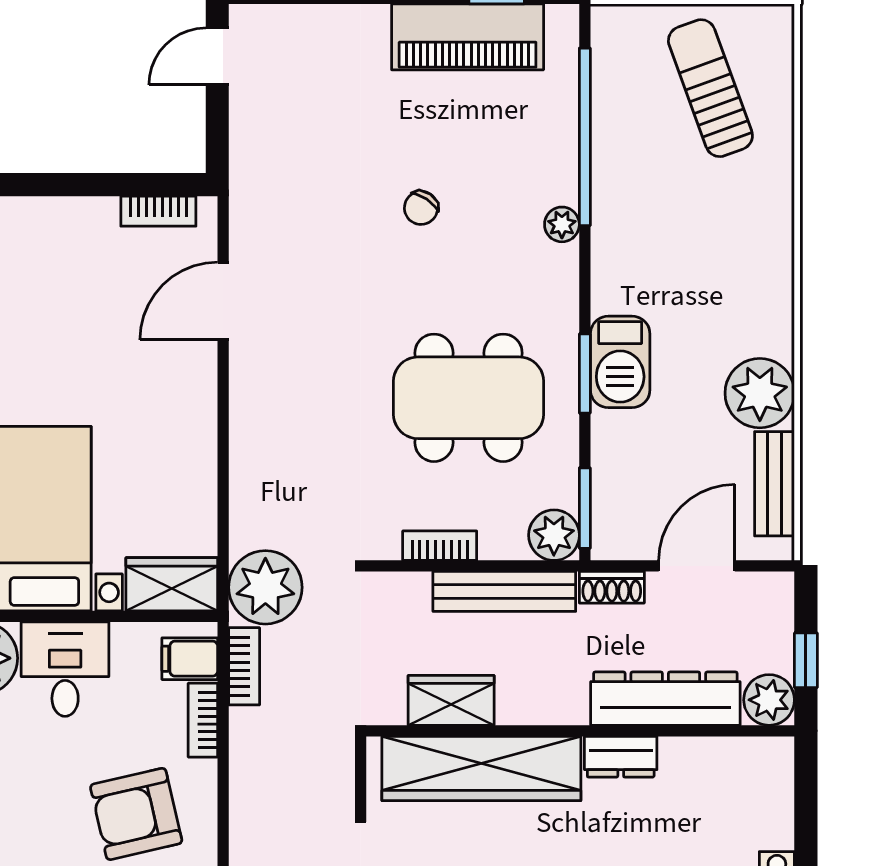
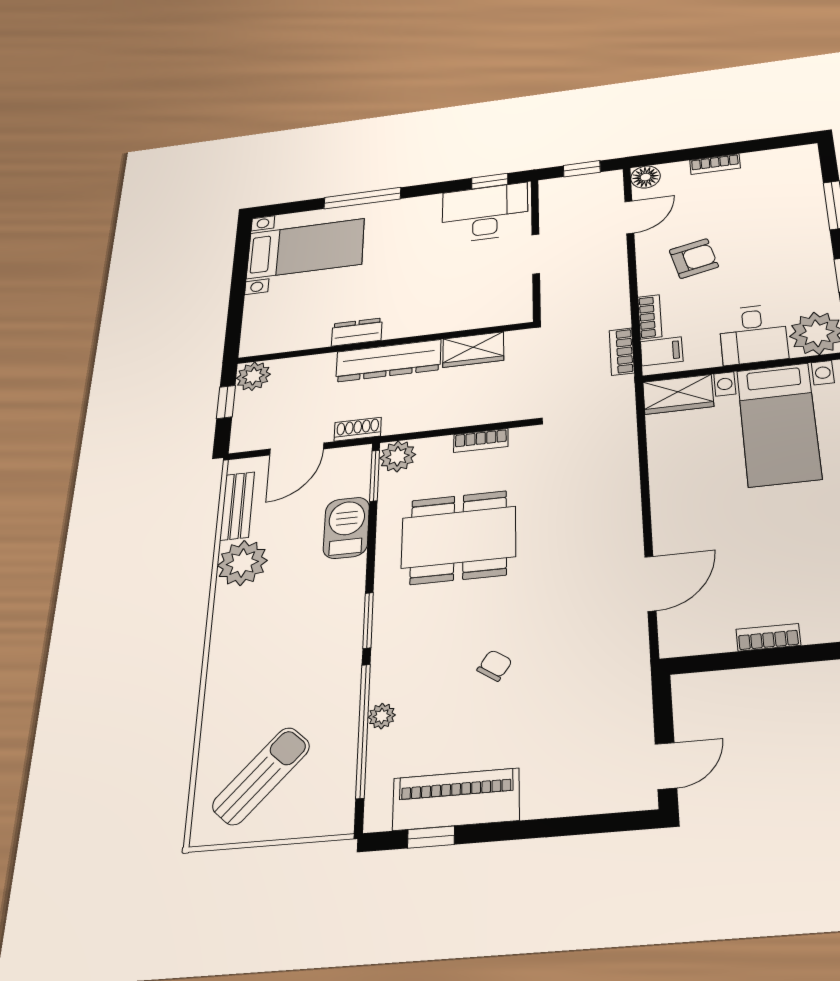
sun lounger: (710, 88) -> (261, 776), turned -117
bookcase: (158, 211) -> (768, 637), moved
plant: (562, 224) -> (382, 716), moved
barbecue: (620, 362) -> (346, 528), moved
window: (585, 373) -> (368, 620), moved
plant: (265, 587) -> (608, 400), removed
bench: (504, 591) -> (434, 418), removed
dresser: (665, 699) -> (388, 361), moved
wardrobe: (481, 768) -> (453, 314), removed
armchair: (136, 814) -> (694, 258), width x0.72, depth x0.72

